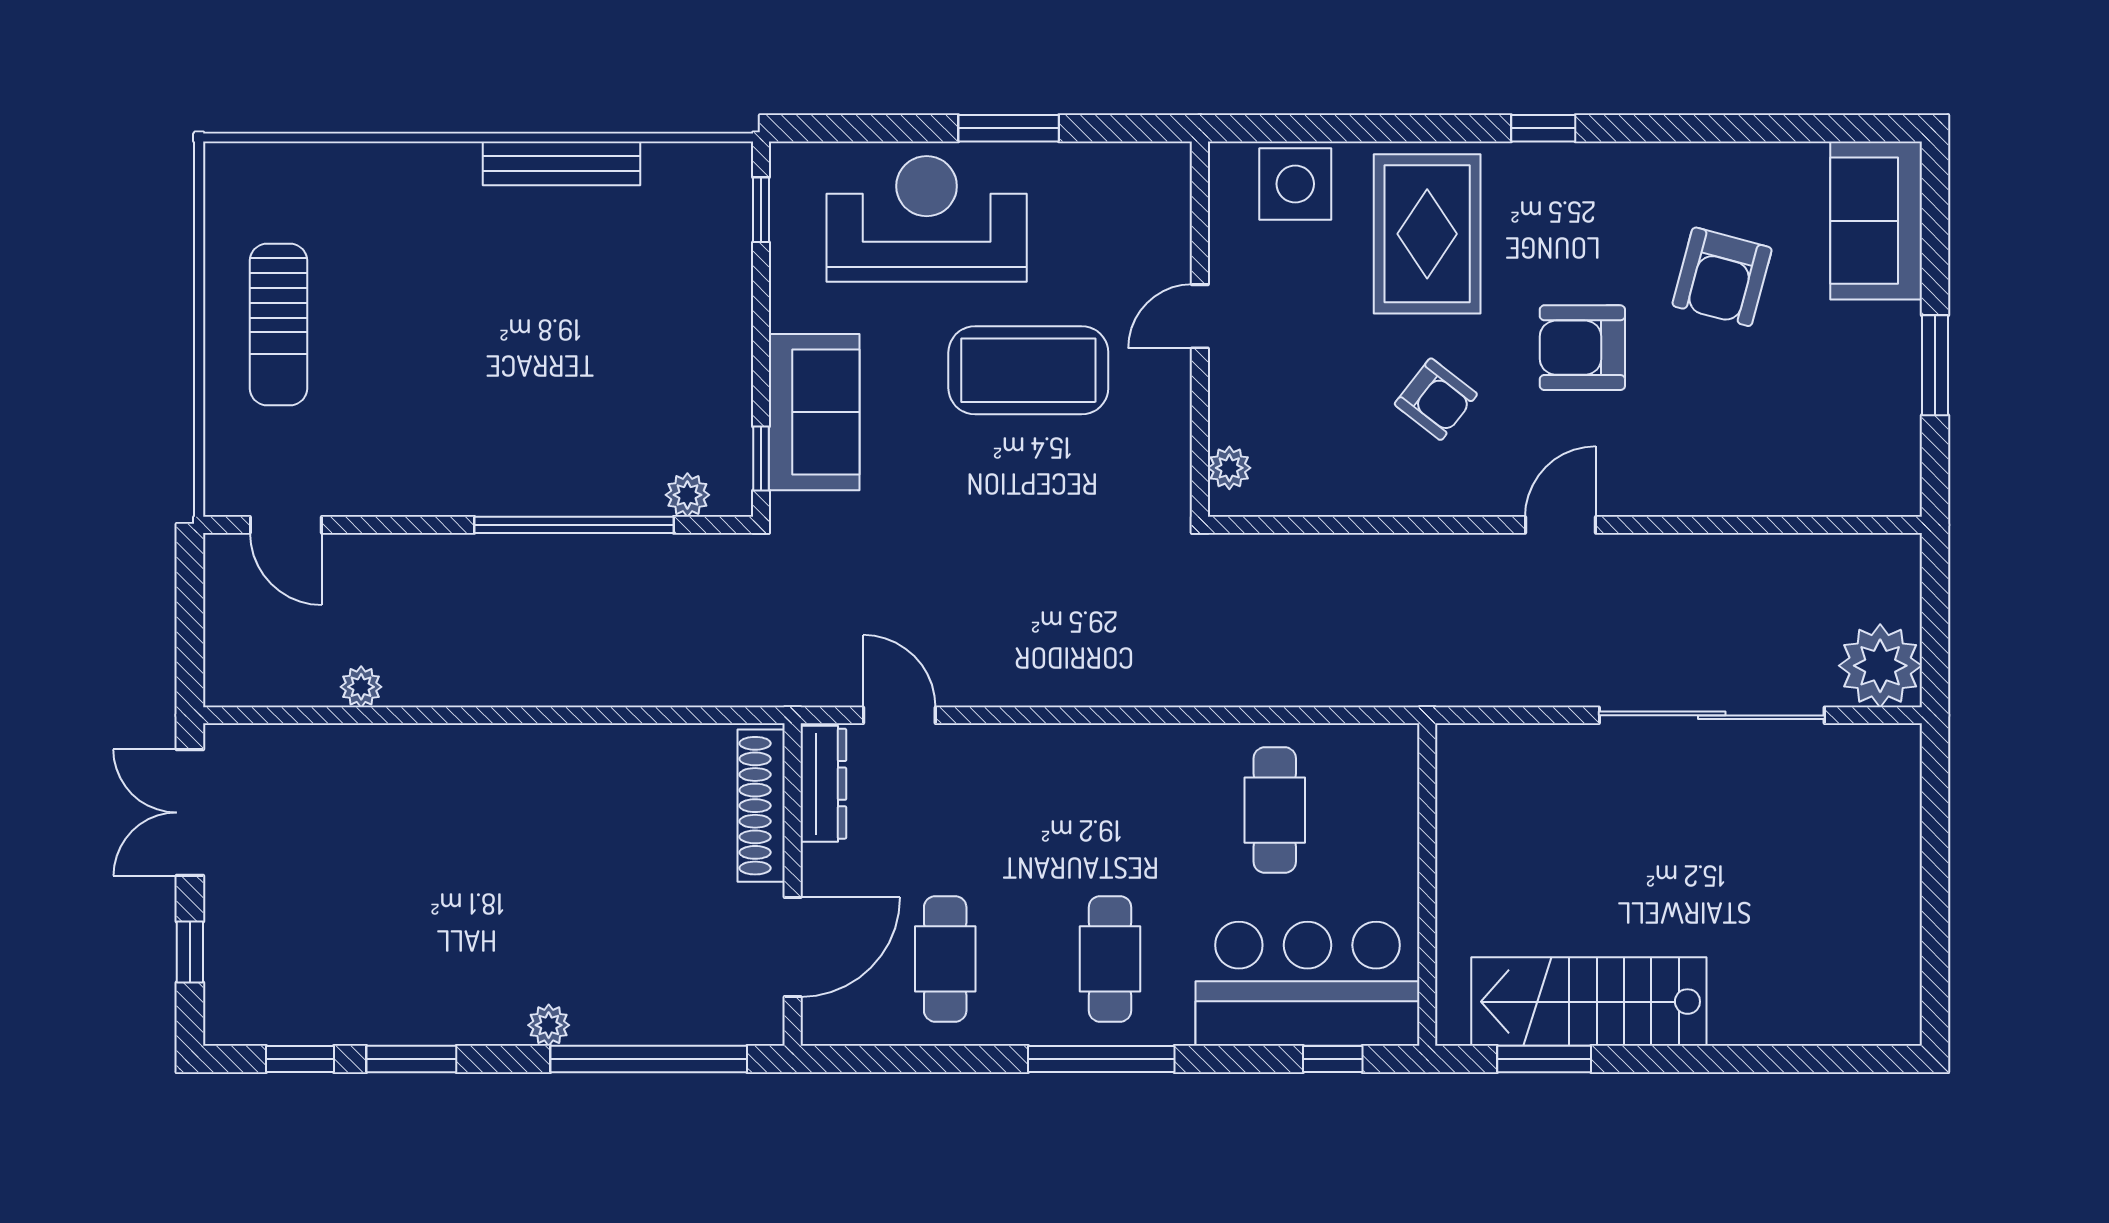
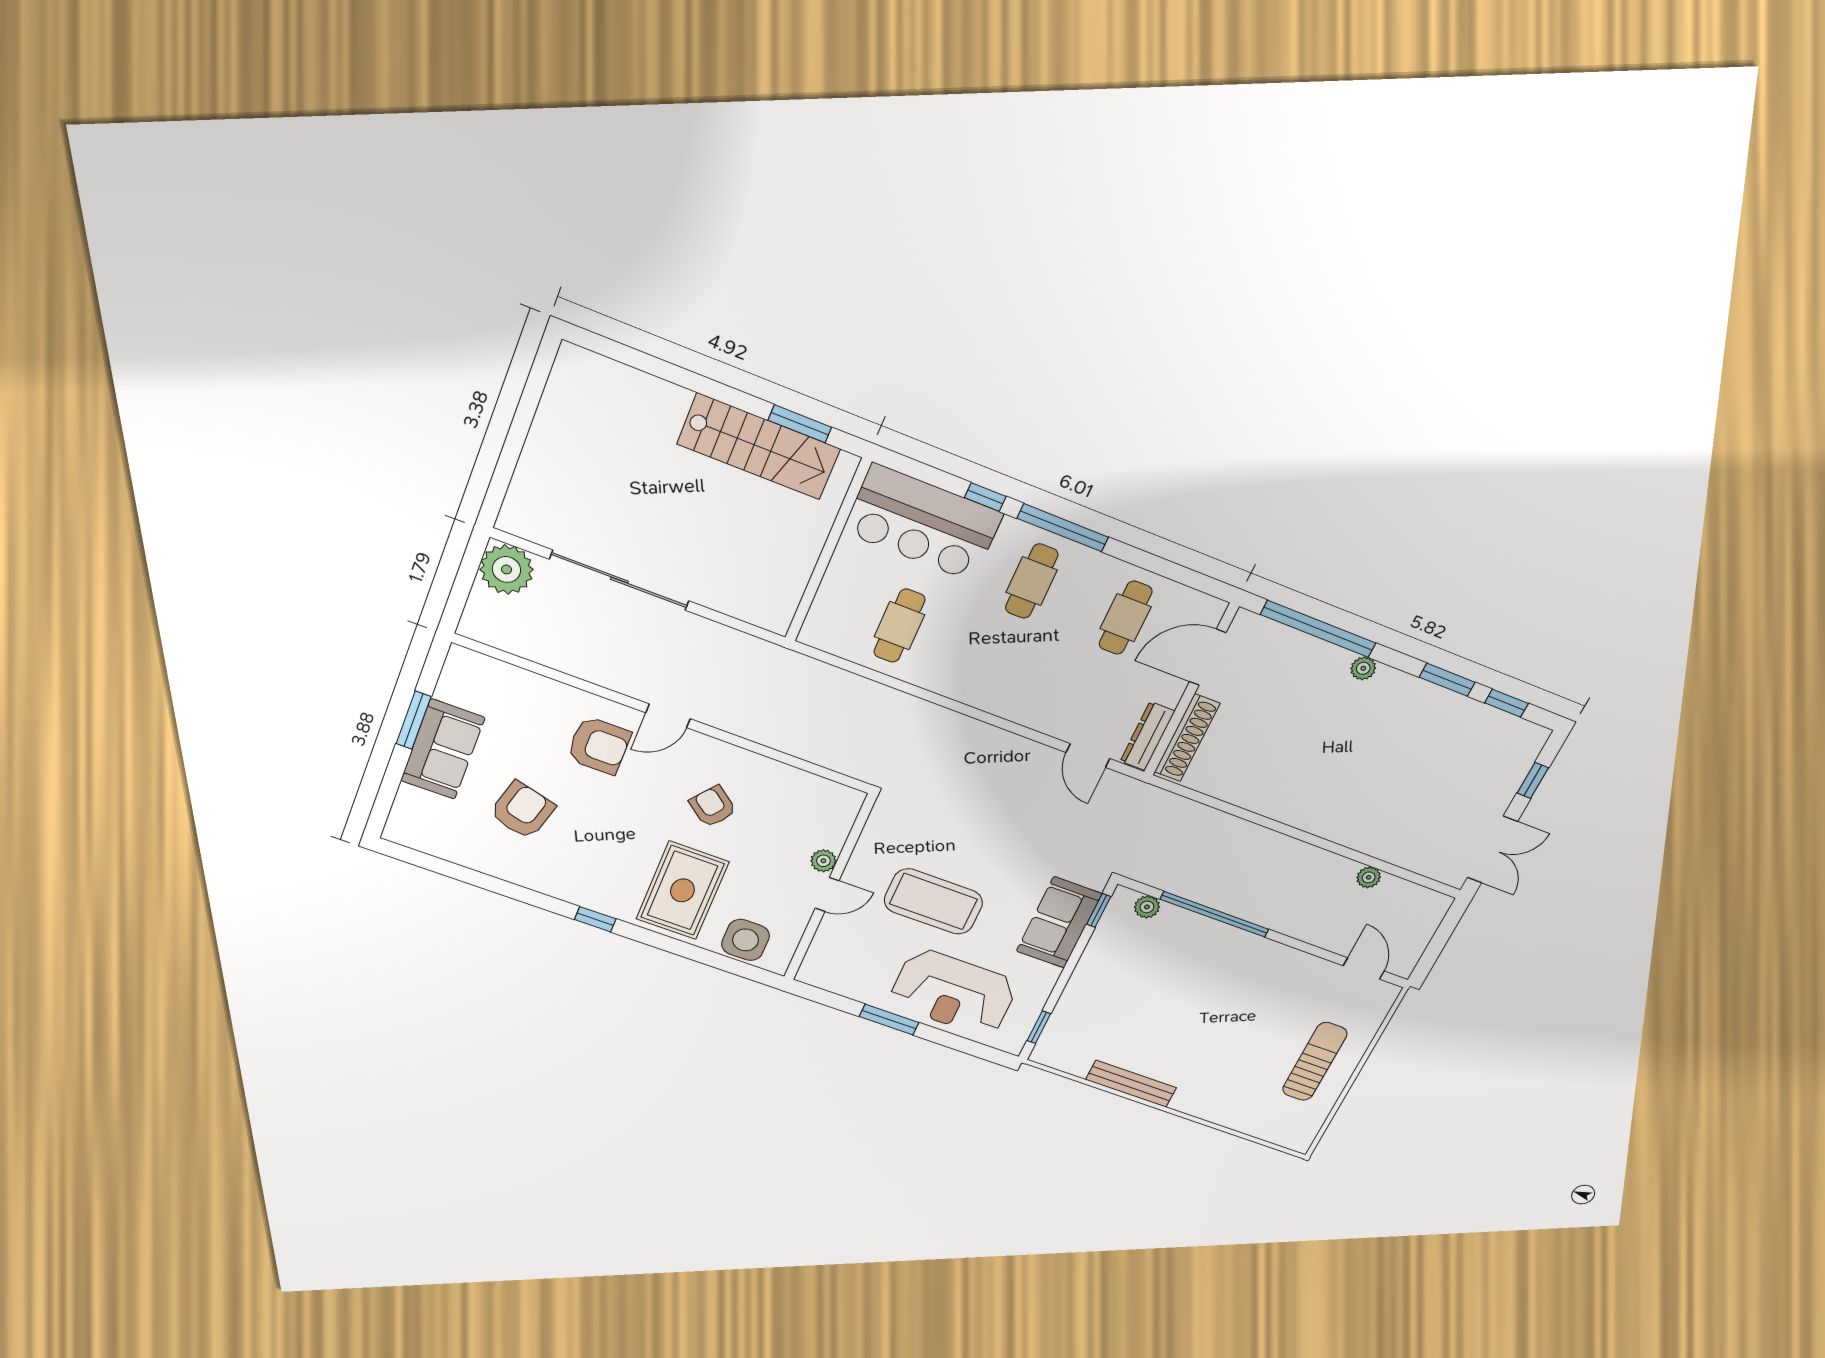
sofa: (1876, 221) -> (443, 749), moved
armchair: (1582, 348) -> (599, 745), moved
plant: (1229, 468) -> (823, 861), moved
window: (1333, 1059) -> (985, 497), moved

